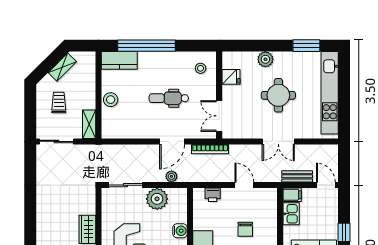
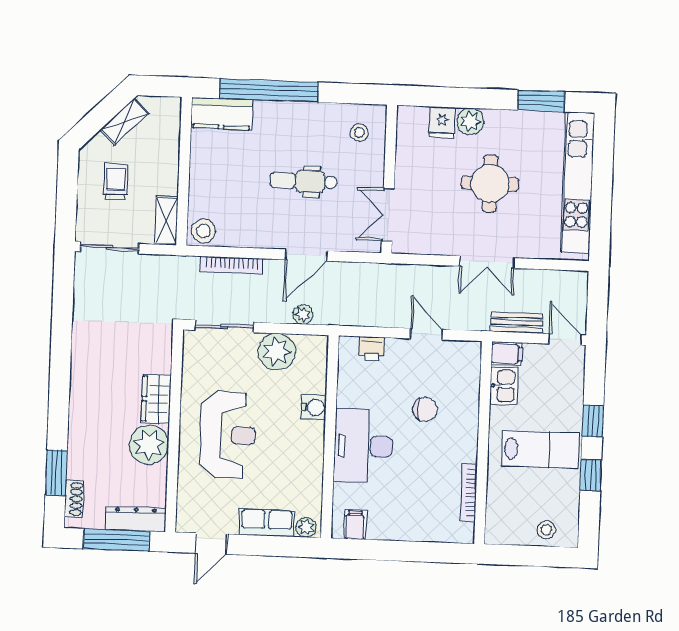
fridge: (231, 77) -> (442, 122), moved, turned 90
stool: (111, 100) -> (203, 231), moved
bookcase: (210, 149) -> (232, 265), moved
chair: (245, 229) -> (425, 409), turned -90

